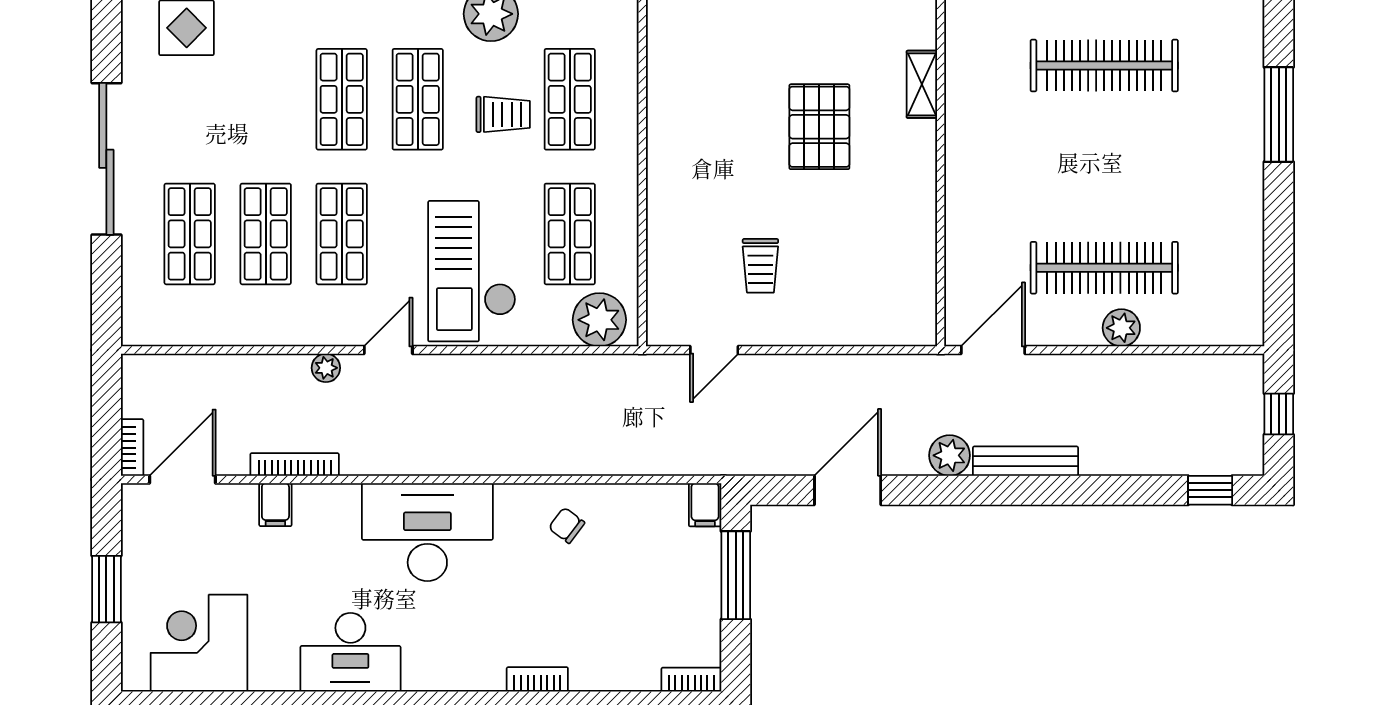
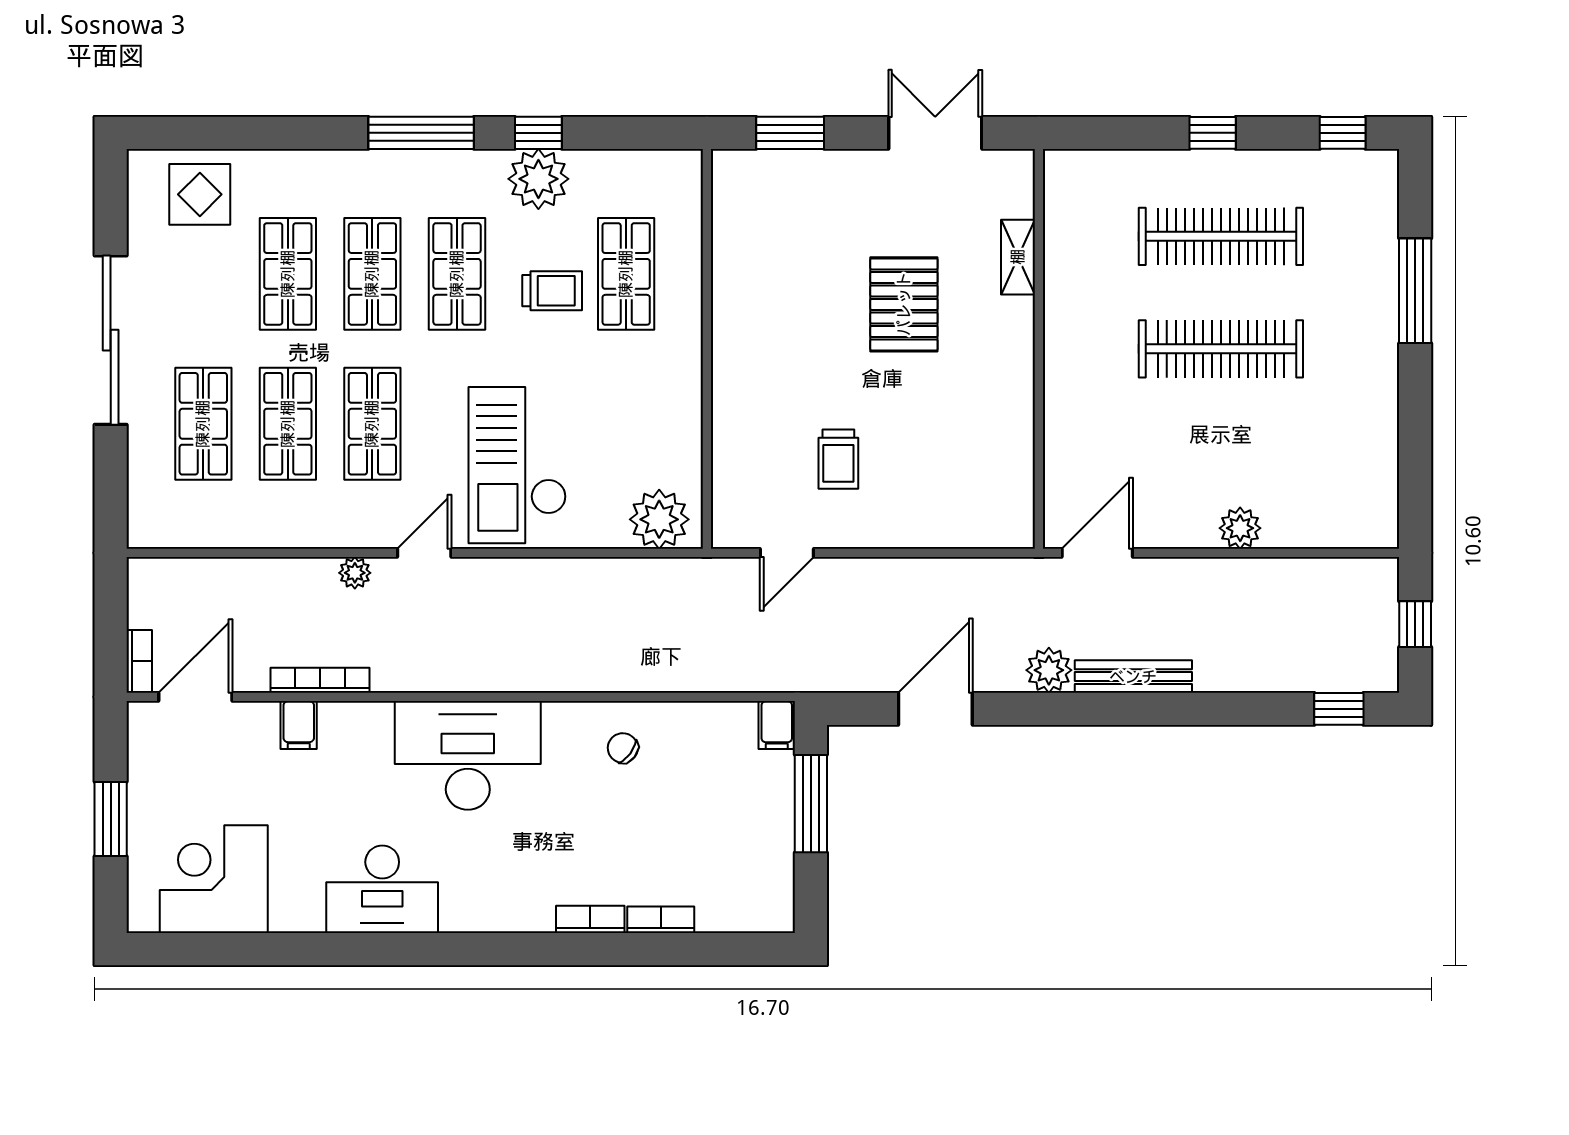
shop shelf: (570, 234) -> (288, 274), moved
clothes rail: (1104, 268) -> (1221, 349), moved
bookcase: (691, 680) -> (661, 920), moved

